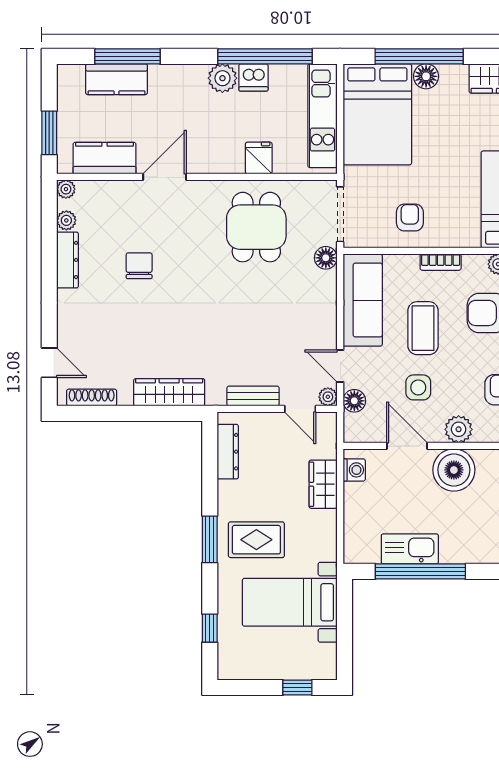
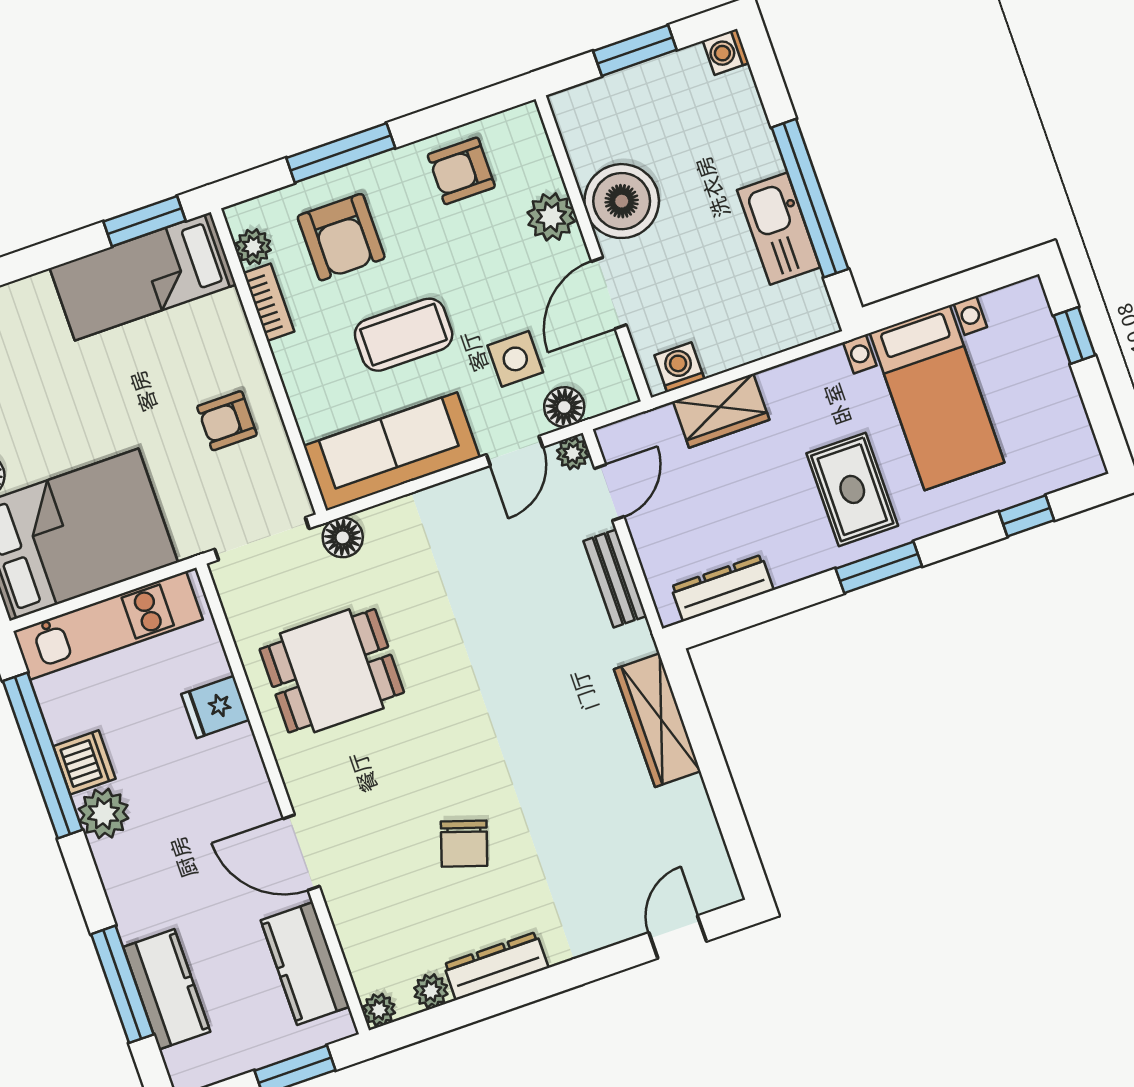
bookcase: (441, 262) -> (269, 302), moved
chair: (139, 266) -> (464, 844), turned -72
side table: (418, 387) -> (515, 359), moved
shoe rack: (92, 397) -> (711, 846), removed

